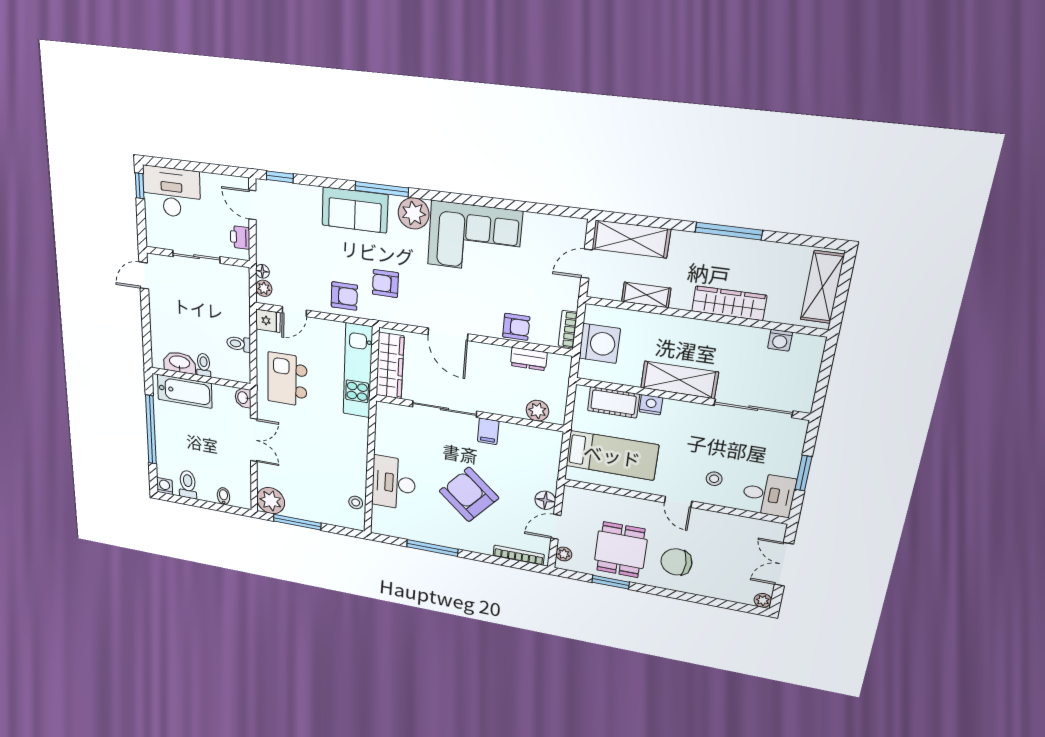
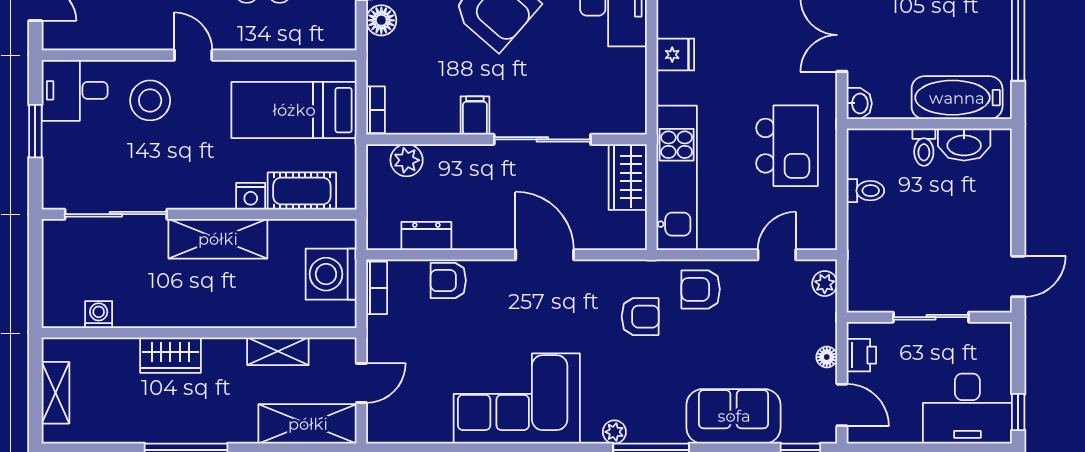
sofa: (355, 210) -> (734, 416), moved
plant: (414, 213) -> (614, 432), width x0.53, depth x0.53
floor lamp: (262, 271) -> (827, 357), moved
shelving: (822, 287) -> (55, 393), width x0.67, depth x0.75
wardrobe: (729, 303) -> (170, 355), width x0.67
fridge: (268, 321) -> (675, 55), moved, turned 180
wardrobe: (390, 366) -> (628, 177), width x0.67
bookcase: (555, 446) -> (375, 110), added
stool: (714, 479) -> (150, 100), width x1.89, depth x1.89

